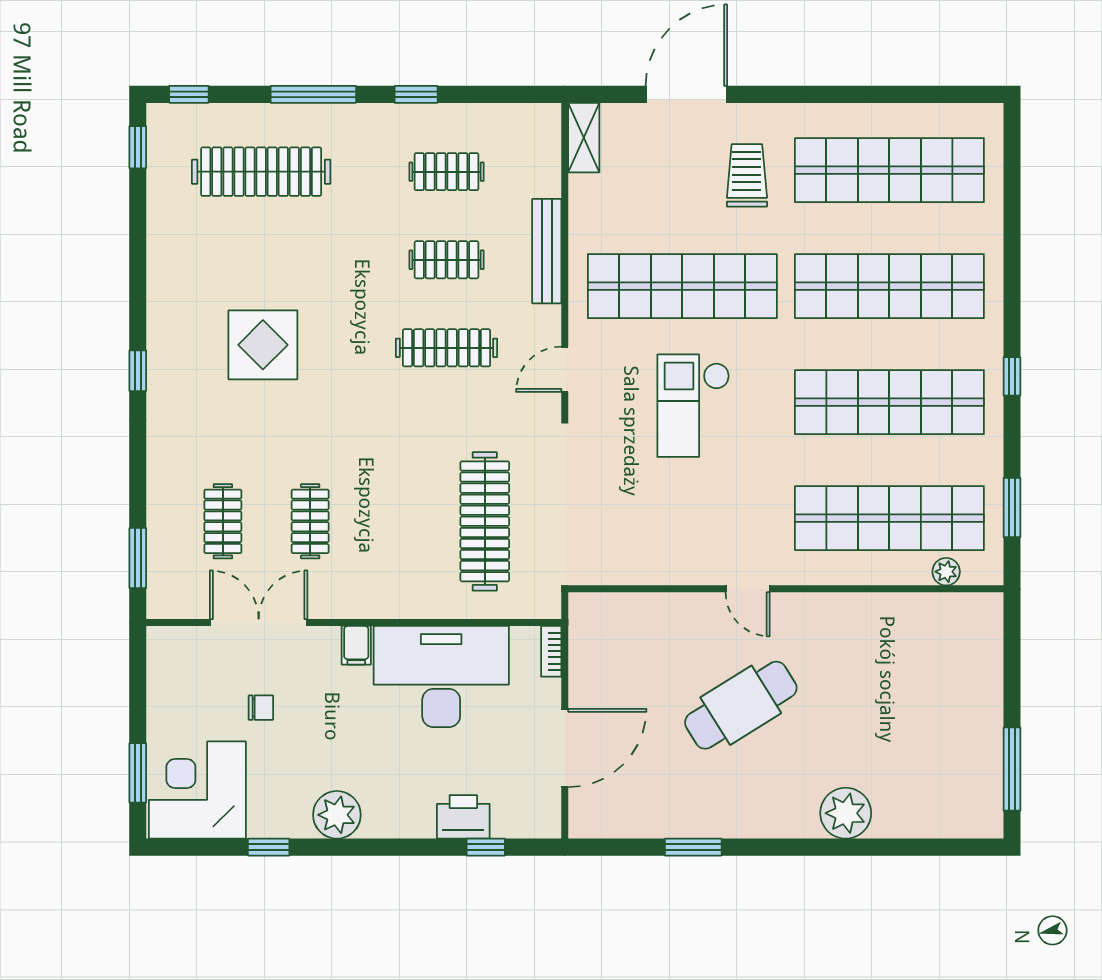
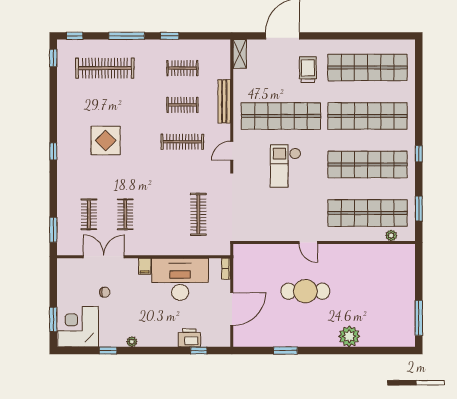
clothes rail: (485, 521) -> (198, 214), width x0.73, depth x0.76
cafe table: (741, 705) -> (305, 291), turned 32
plant: (337, 815) -> (132, 342), width x0.53, depth x0.53

